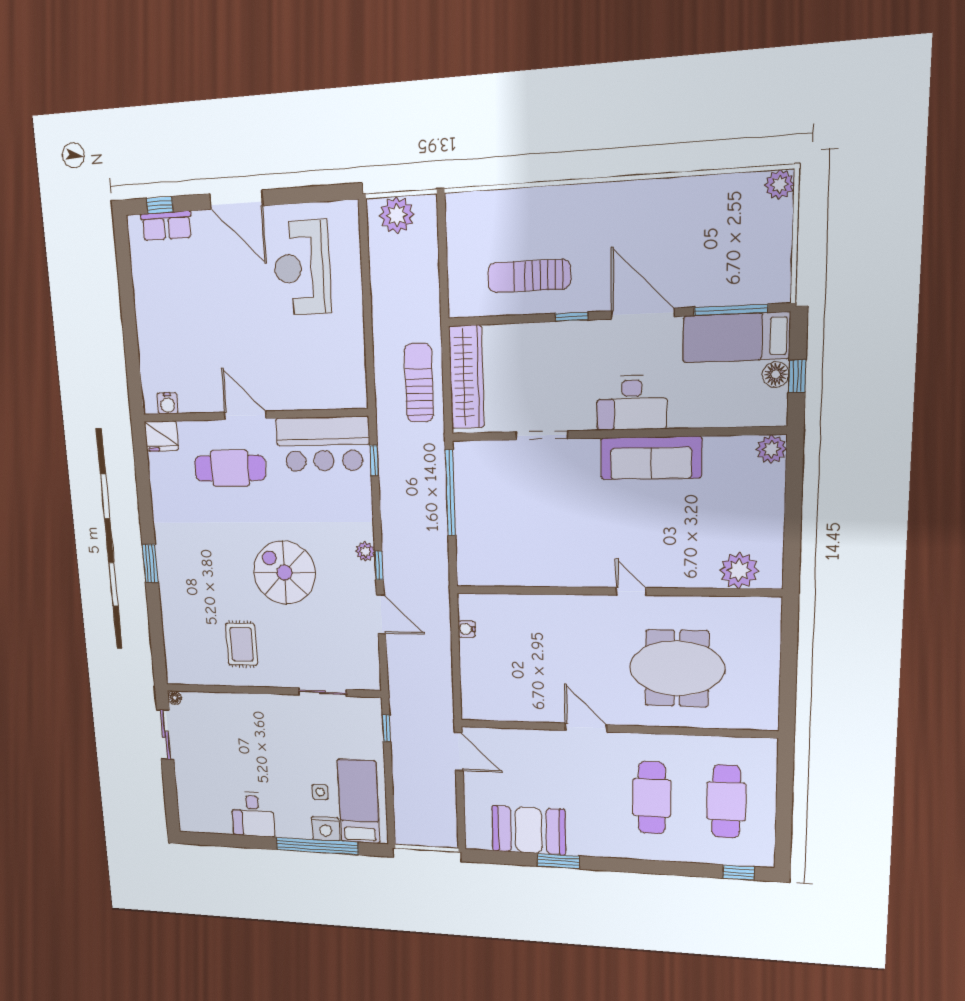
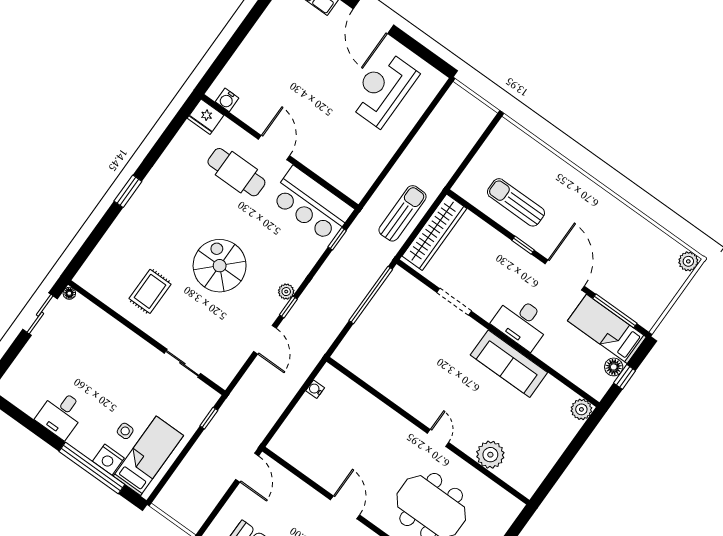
plant: (397, 215) -> (465, 106), removed
plant: (739, 570) -> (490, 455), moved

